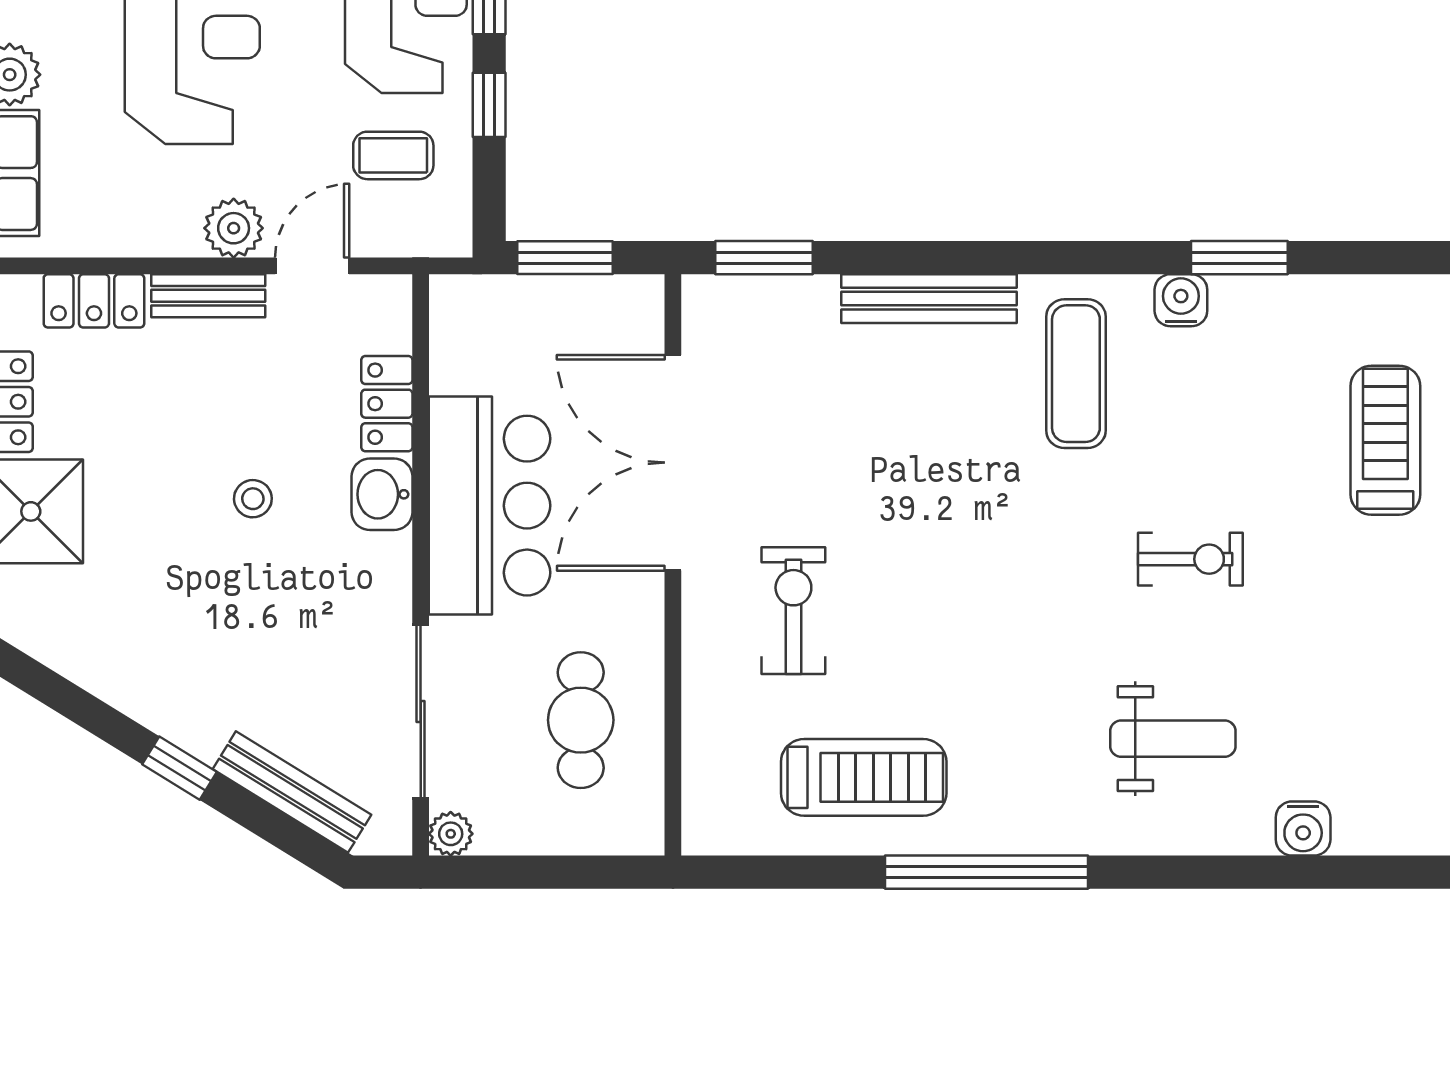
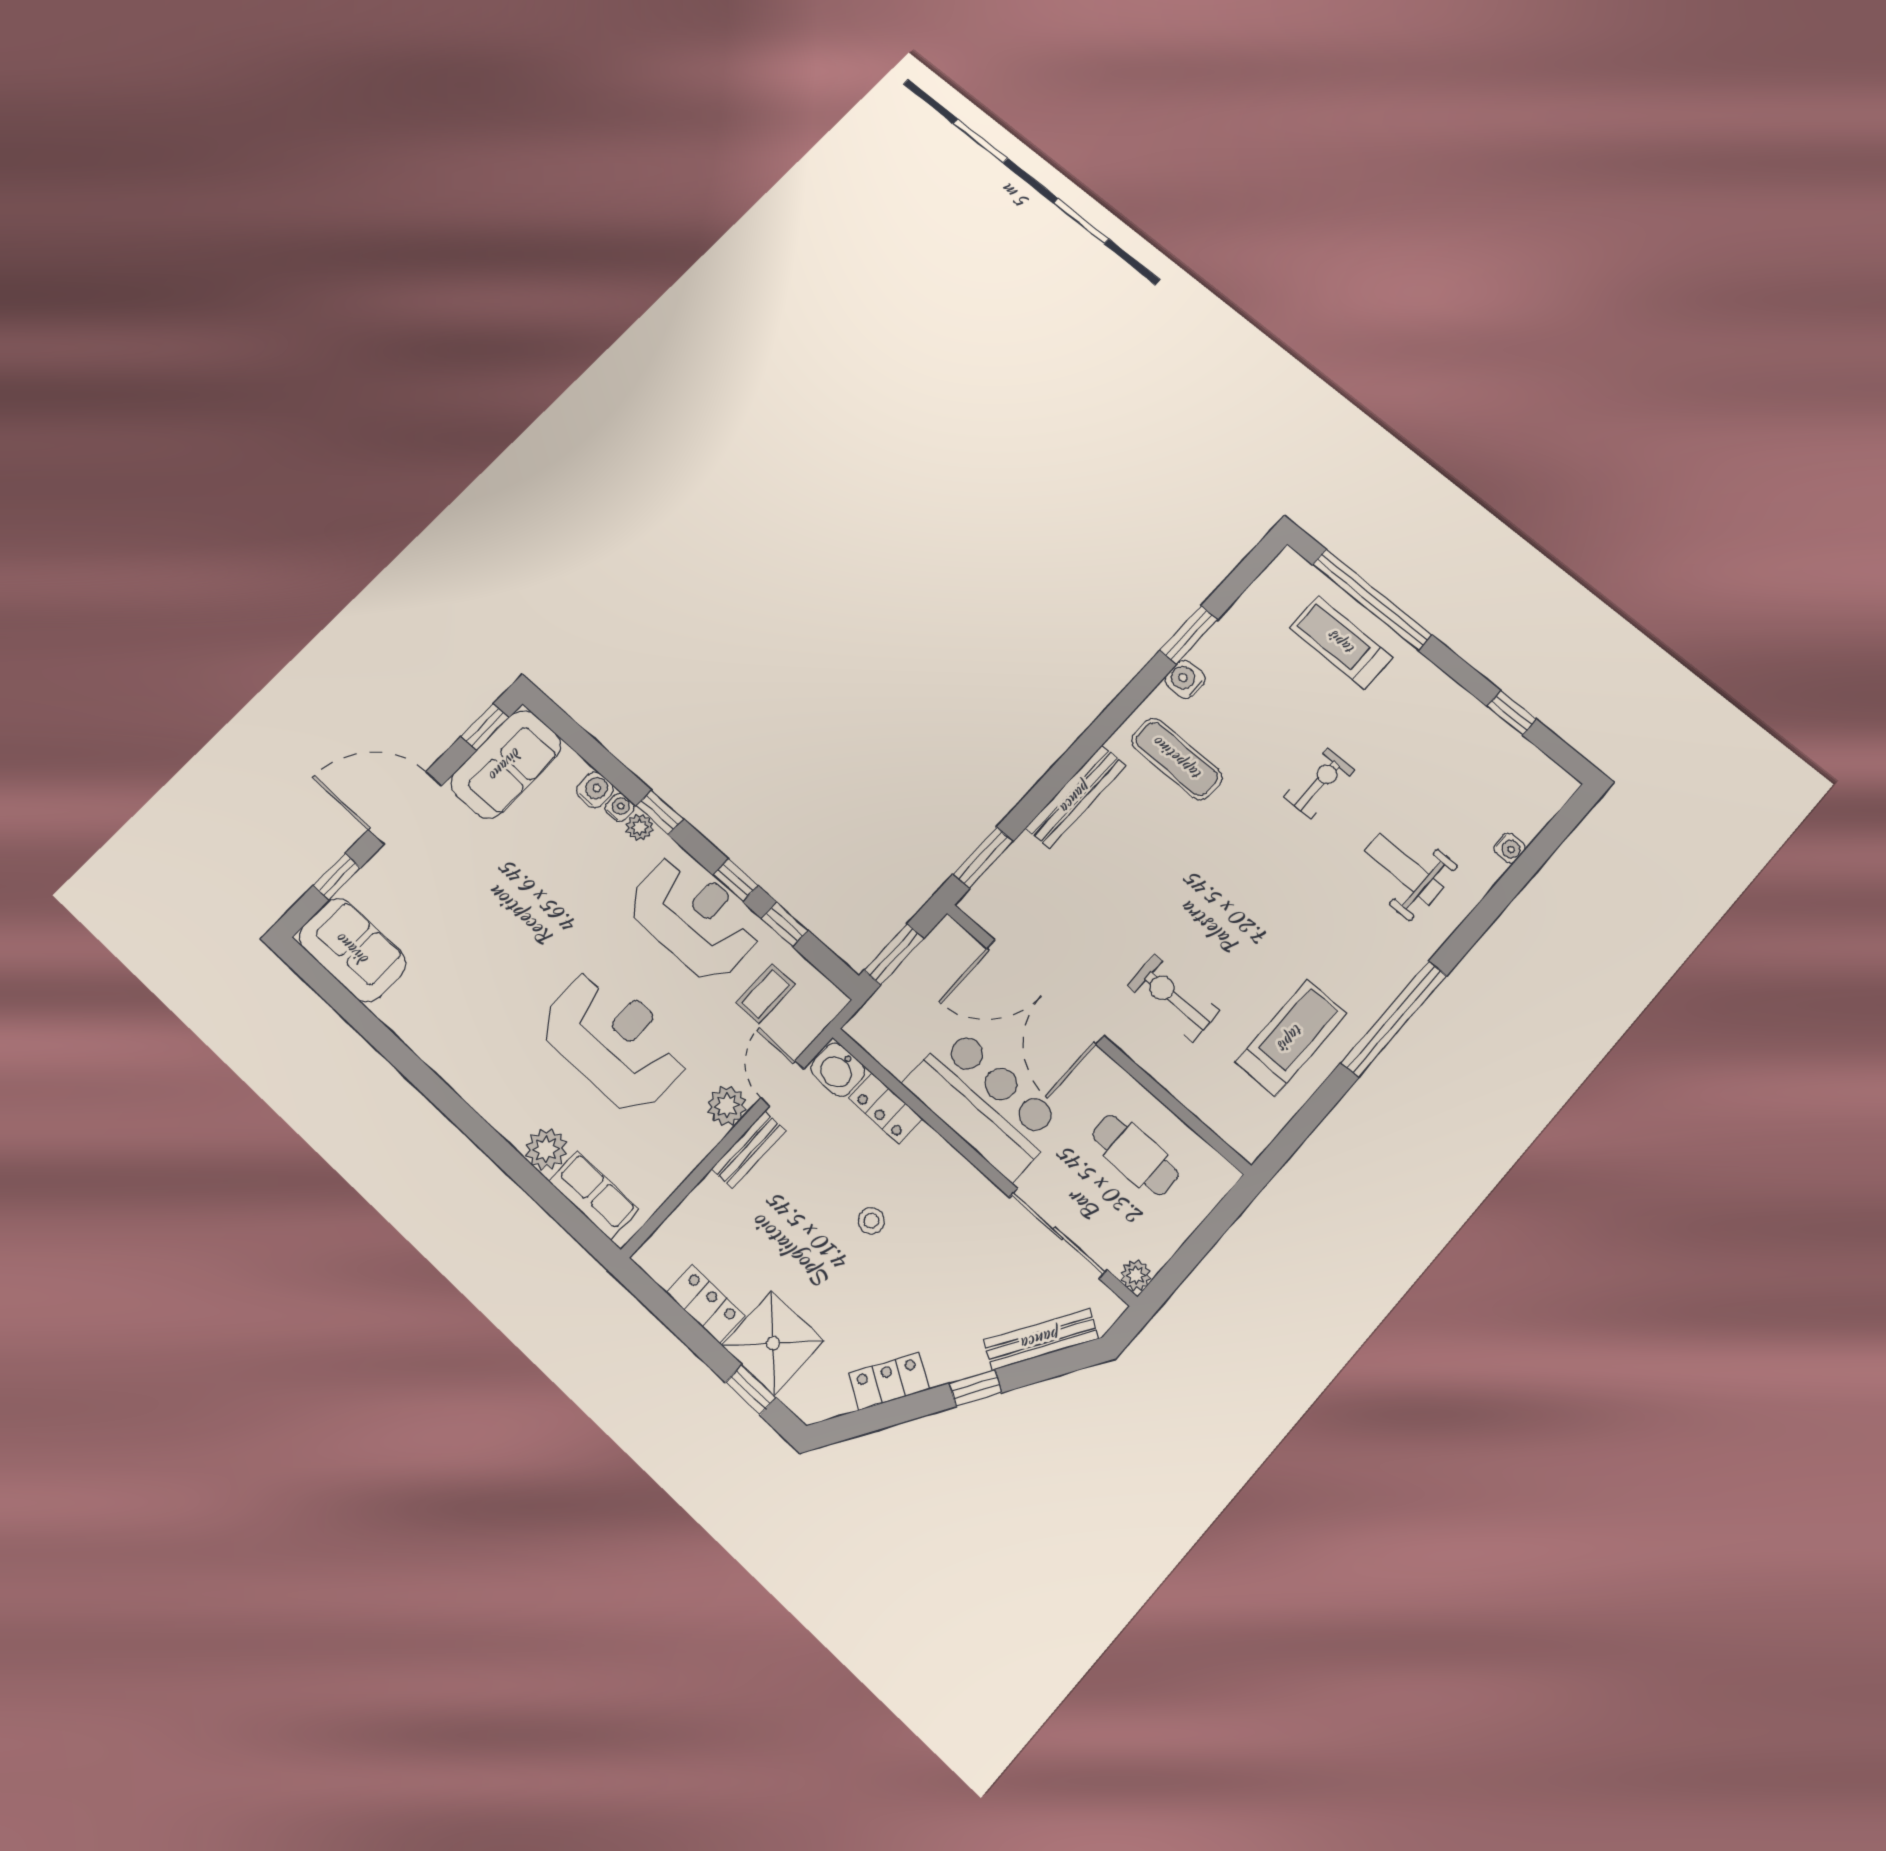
locker: (94, 301) -> (889, 1381), moved, turned -148
washbasin: (382, 494) -> (838, 1070), moved
weight bench: (1173, 739) -> (1404, 869), turned -90
water cooler: (1303, 828) -> (1510, 848), width x0.72, depth x0.72

